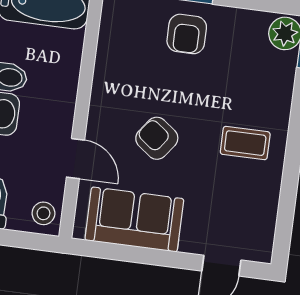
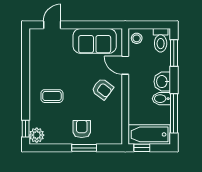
armchair: (157, 138) -> (102, 89), moved
coffee table: (245, 143) -> (52, 96), moved

